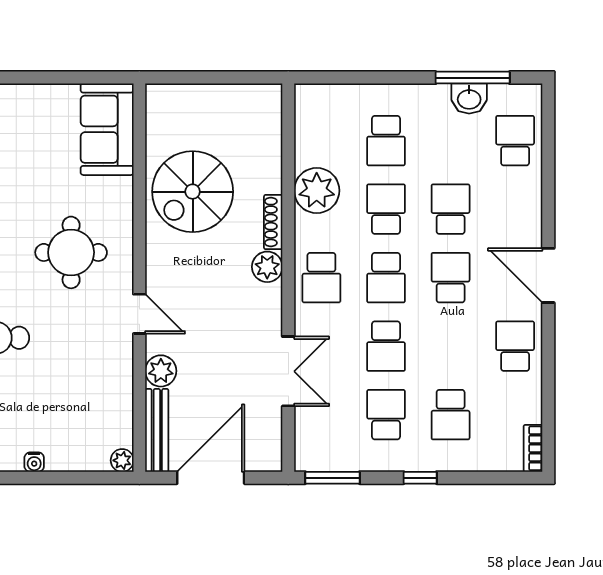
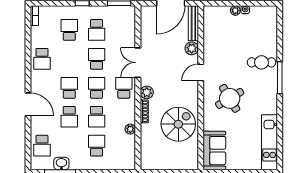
plant: (317, 191) -> (130, 129), width x0.53, depth x0.53
round table: (71, 252) -> (230, 98), turned -31
door: (548, 275) -> (28, 104), moved
school desk: (451, 278) -> (69, 88), turned 180
door: (139, 314) -> (201, 73), hinge flipped
double door: (288, 371) -> (138, 63), moved
plant: (122, 460) -> (235, 11), moved

